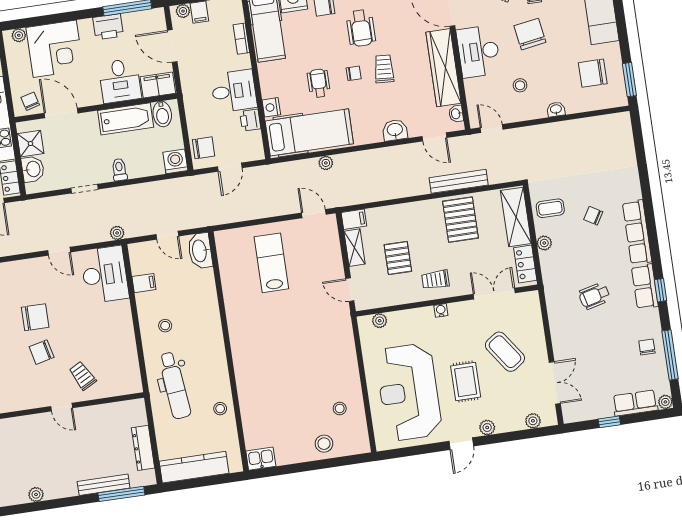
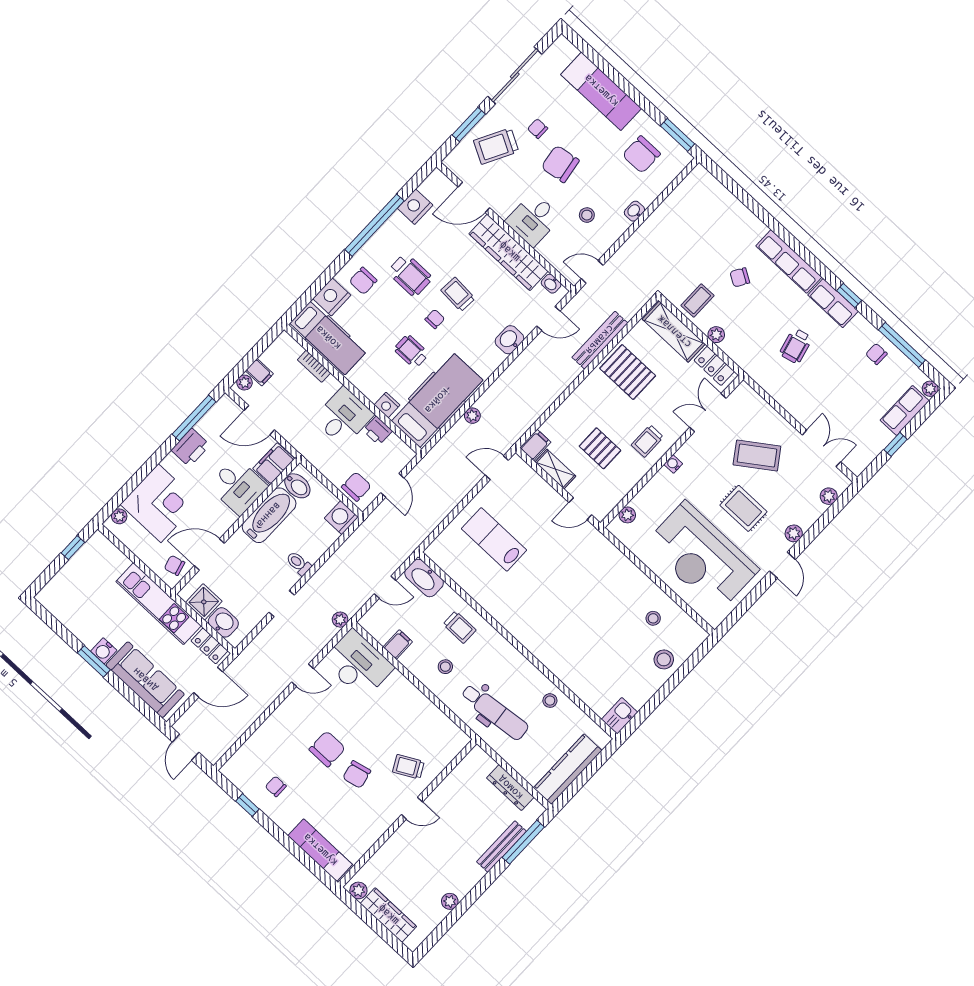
desk: (479, 51) -> (533, 219), width x0.73
trolley: (197, 306) -> (459, 627), added

